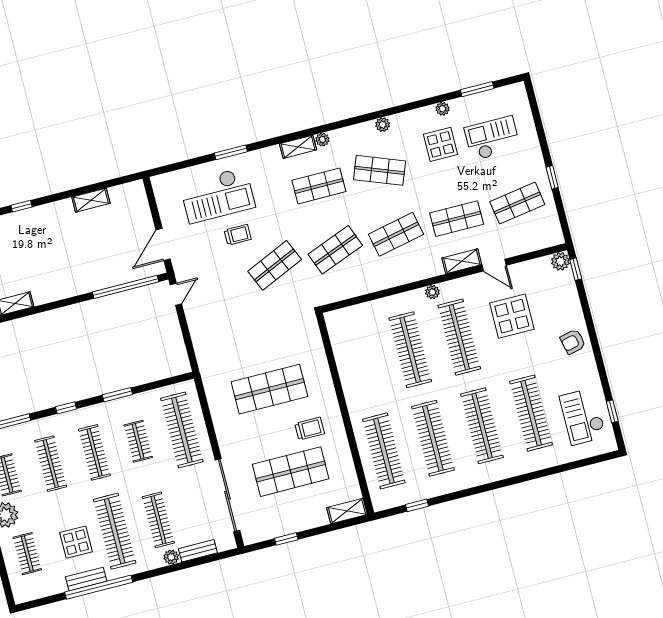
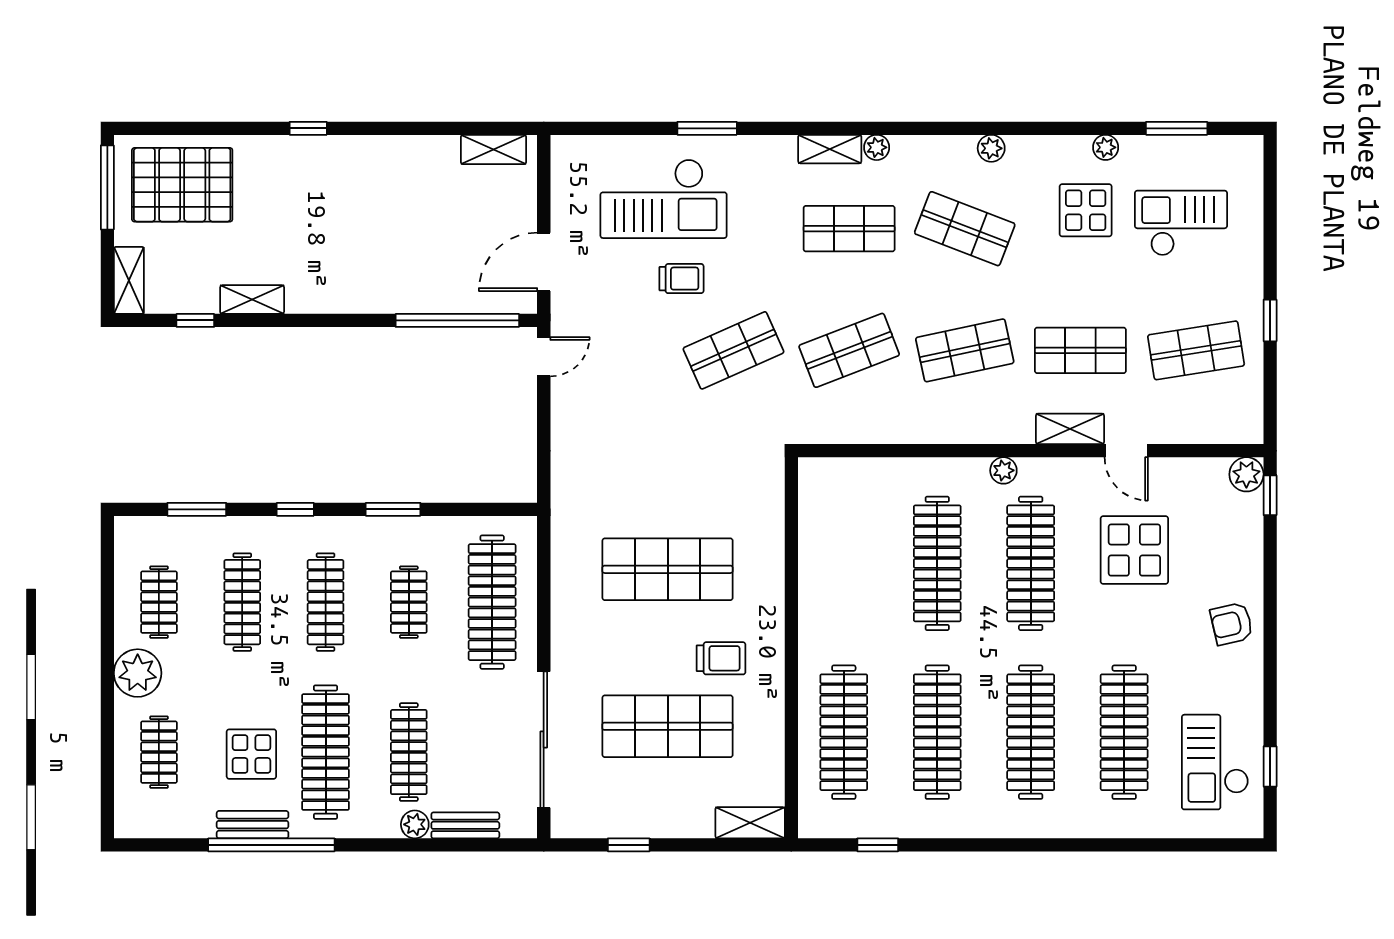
shelving: (91, 200) -> (493, 149), moved

